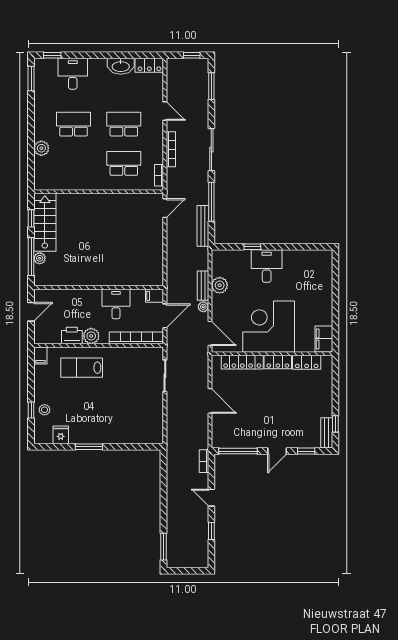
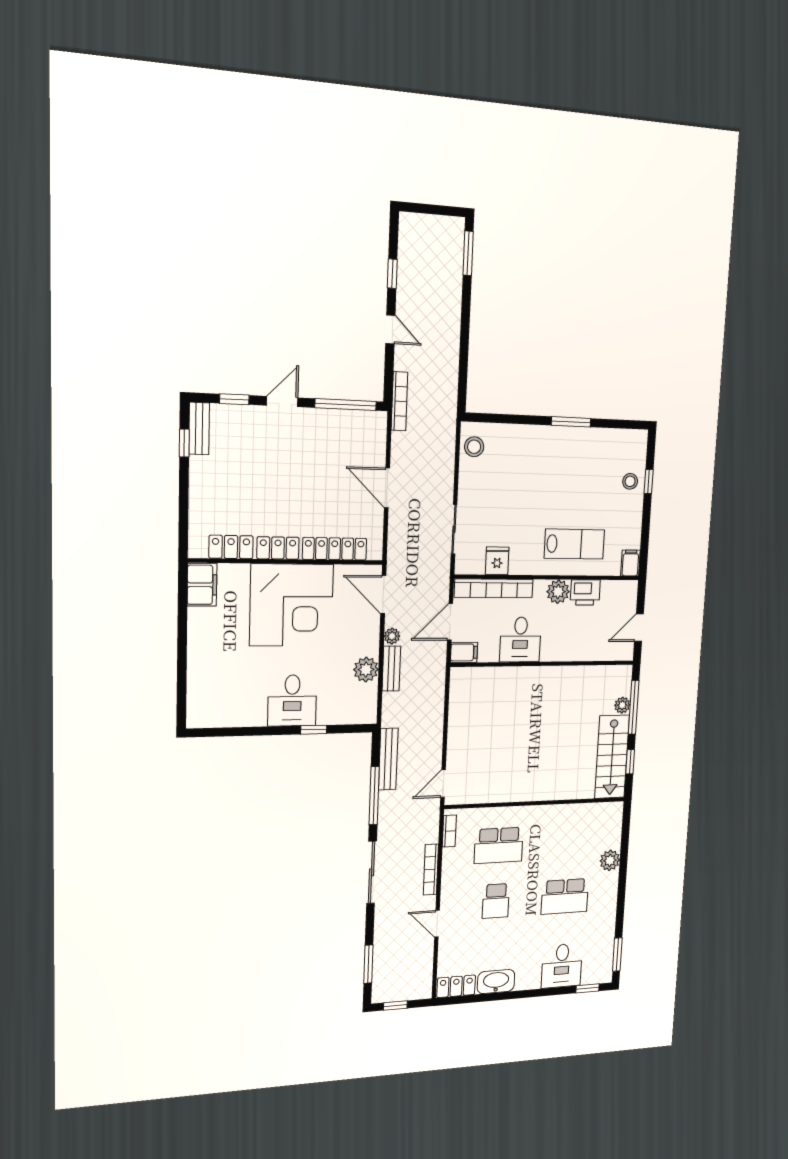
school desk: (124, 124) -> (496, 901), width x0.54
stool: (154, 428) -> (474, 447), added
fridge: (61, 435) -> (497, 561), moved, turned 180
bookcase: (204, 461) -> (399, 401), width x1.56

